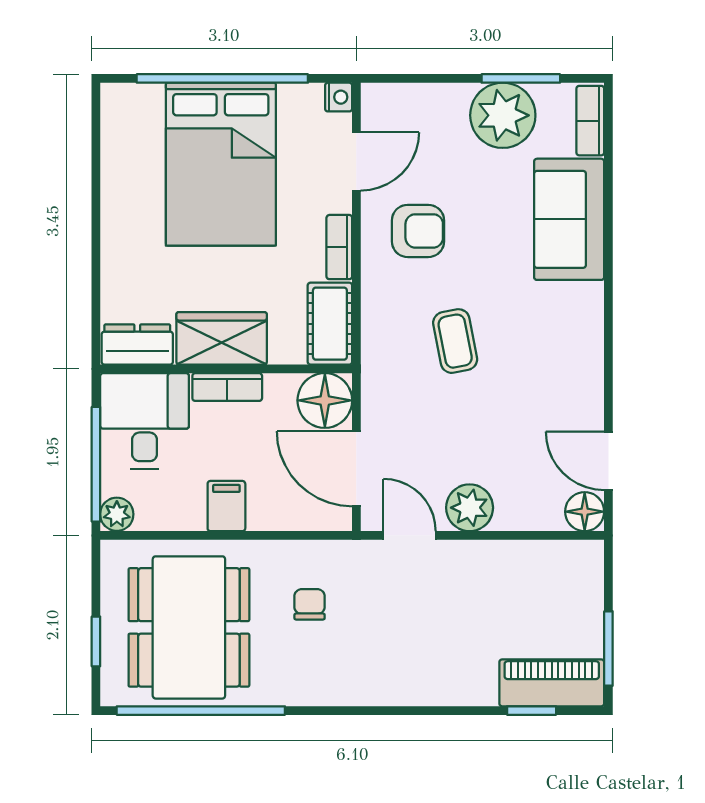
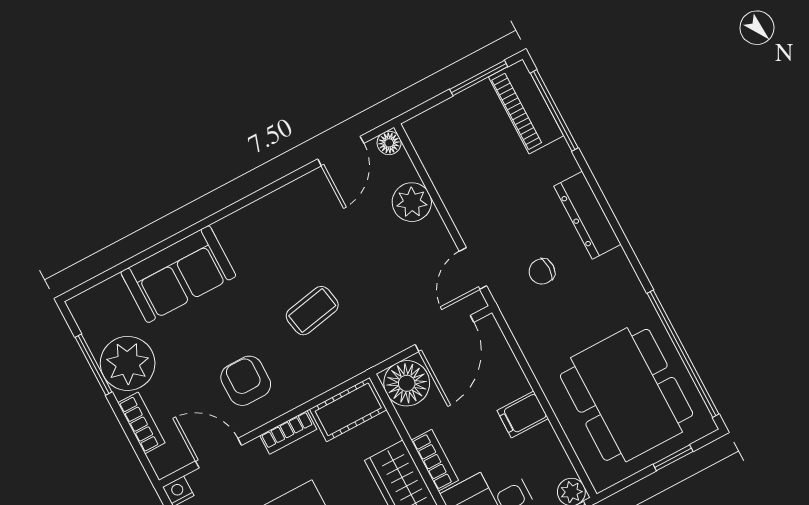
bookcase: (590, 121) -> (141, 423), moved, turned -90
plant: (470, 508) -> (412, 202), moved
floor lamp: (585, 512) -> (389, 143), width x0.73, depth x0.73
chair: (310, 604) -> (542, 271), moved
dining table: (189, 627) -> (627, 395), turned 90
dresser: (402, 687) -> (587, 215), added
window: (532, 711) -> (554, 110), width x2.17

